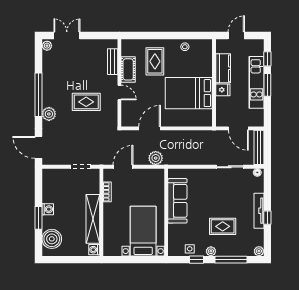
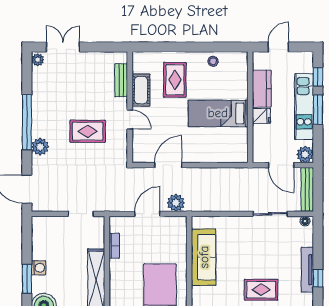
bed: (189, 93) -> (218, 113), width x0.67
plant: (257, 120) -> (305, 154), added
door: (123, 167) -> (147, 214), moved

